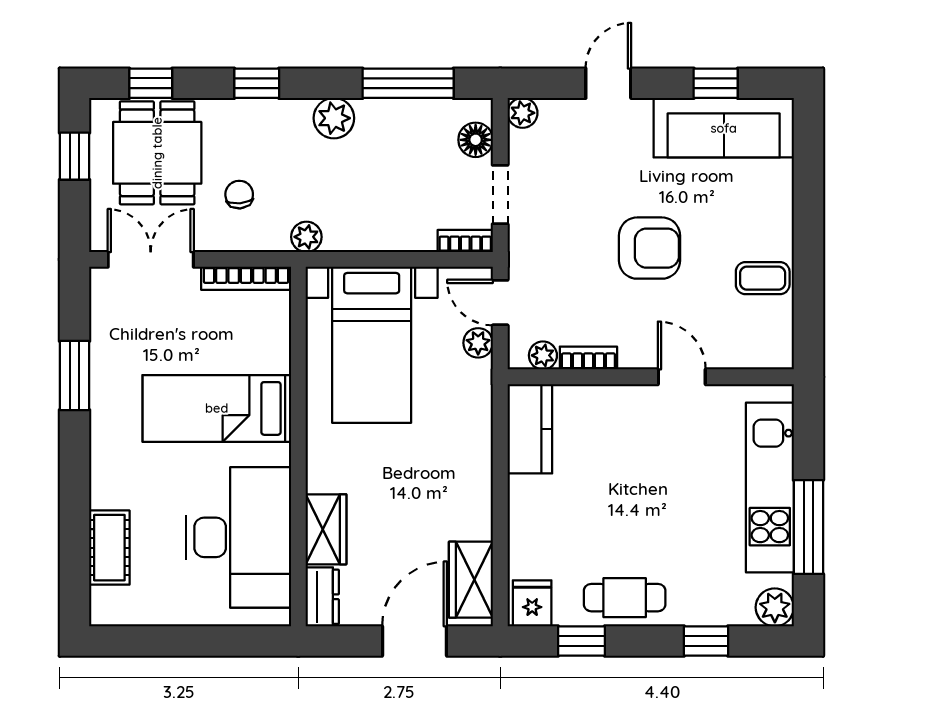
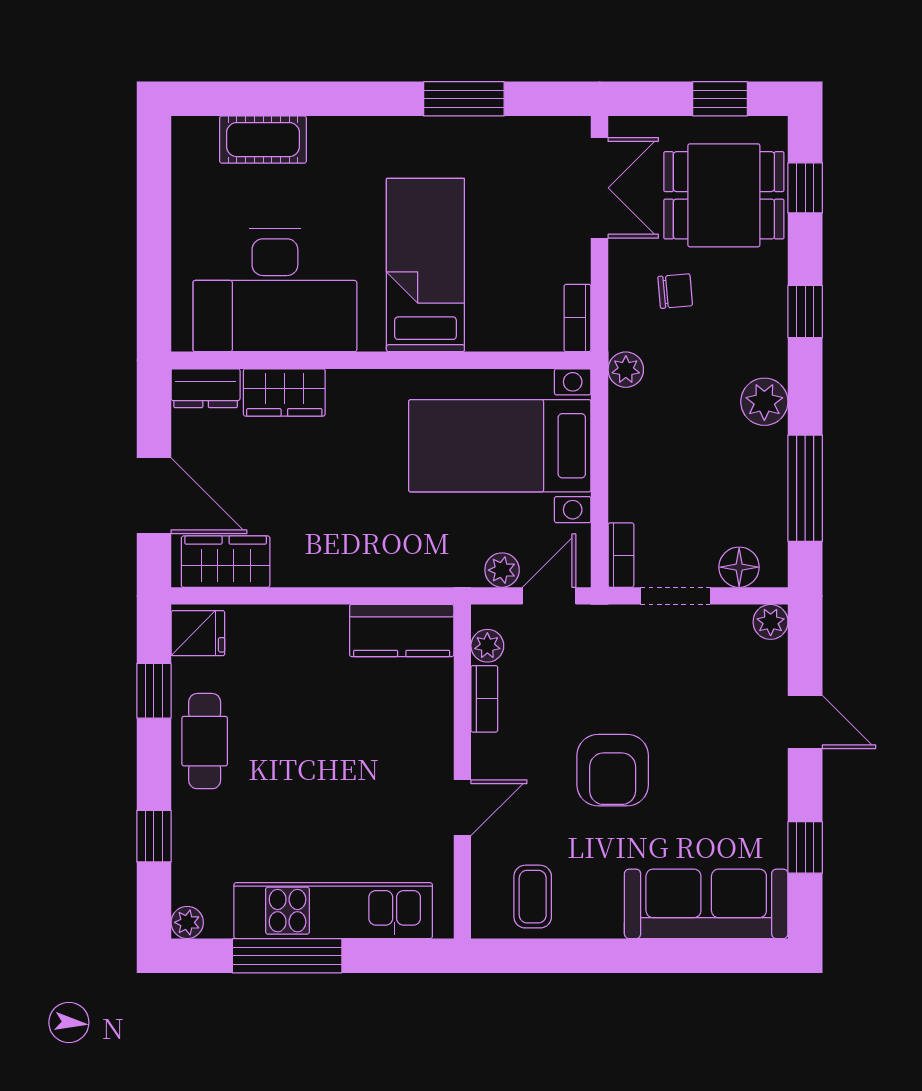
sofa: (724, 128) -> (706, 904), moved, turned 90
bookcase: (246, 278) -> (577, 318), width x0.64
coffee table: (763, 278) -> (533, 897), moved
plant: (775, 607) -> (187, 922), width x0.73, depth x0.73

